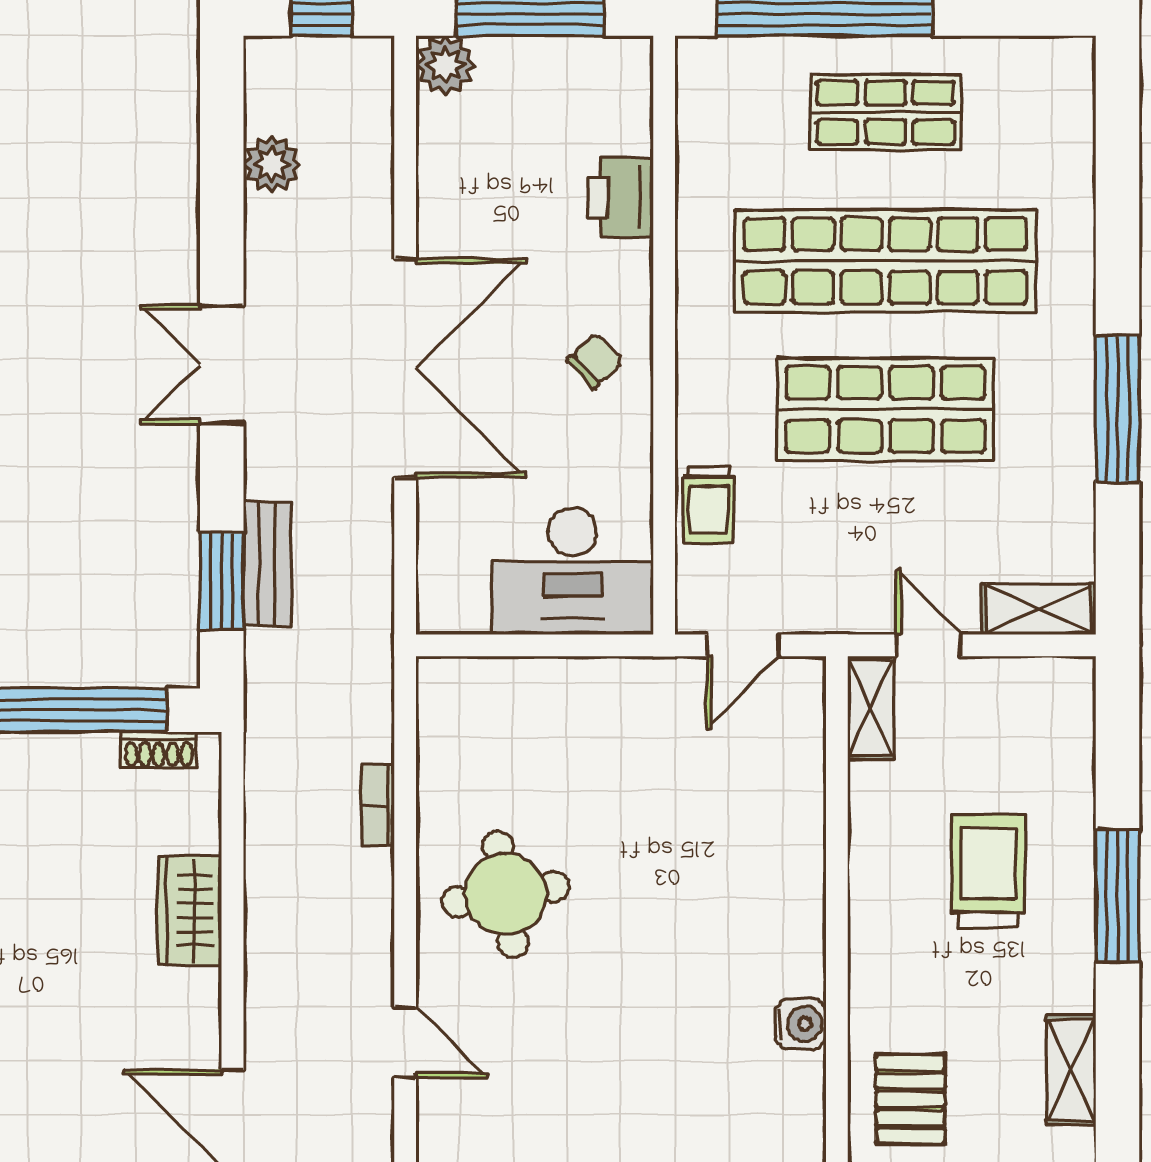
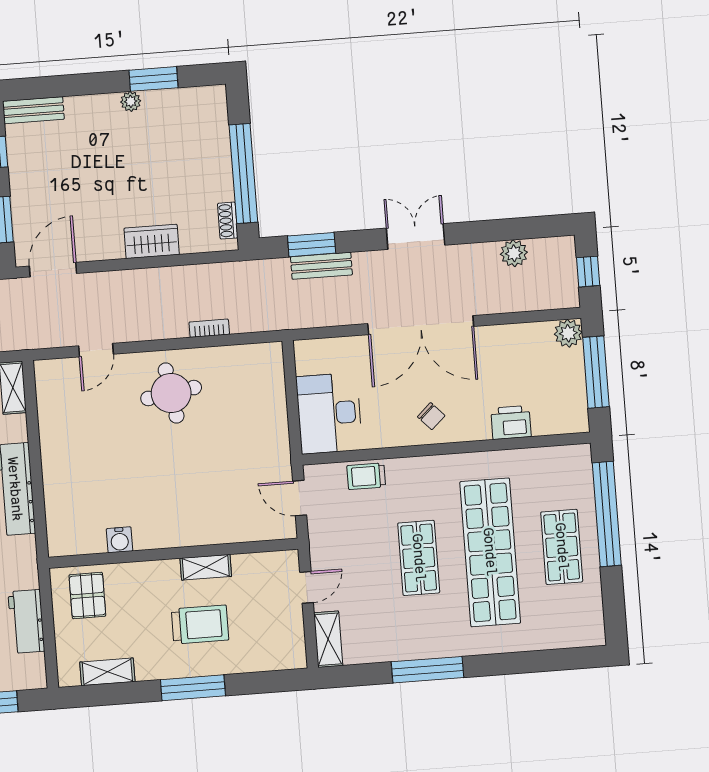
shop shelf: (885, 409) -> (419, 558), width x0.70, depth x0.74
shelving: (871, 708) -> (206, 567), moved
pallet: (910, 1099) -> (87, 595), turned 90

